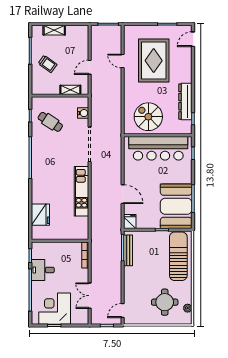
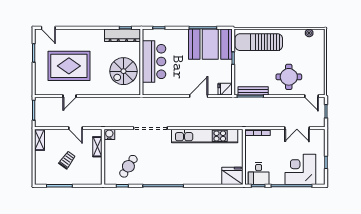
shelving: (54, 30) -> (40, 140), moved
trolley: (48, 64) -> (67, 160), moved
dresser: (185, 102) -> (122, 35), moved
water cooler: (83, 113) -> (109, 134), moved
bar counter: (158, 148) -> (154, 62), width x0.73
kitchen unit: (81, 191) -> (205, 136), width x1.36
fridge: (40, 215) -> (232, 176), moved
desk: (43, 270) -> (259, 174), moved
round table: (165, 302) -> (289, 77), moved
corner desk: (55, 309) -> (300, 169), moved, turned 90

